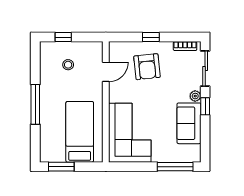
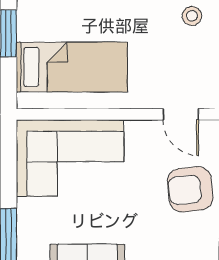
stool: (68, 65) -> (192, 16), moved

